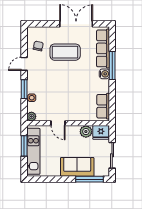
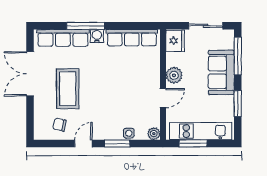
door: (24, 64) -> (83, 143), swing flipped
row of seats: (103, 106) -> (132, 38), width x1.48
plant: (86, 132) -> (174, 75), moved
window: (54, 179) -> (238, 104), added

